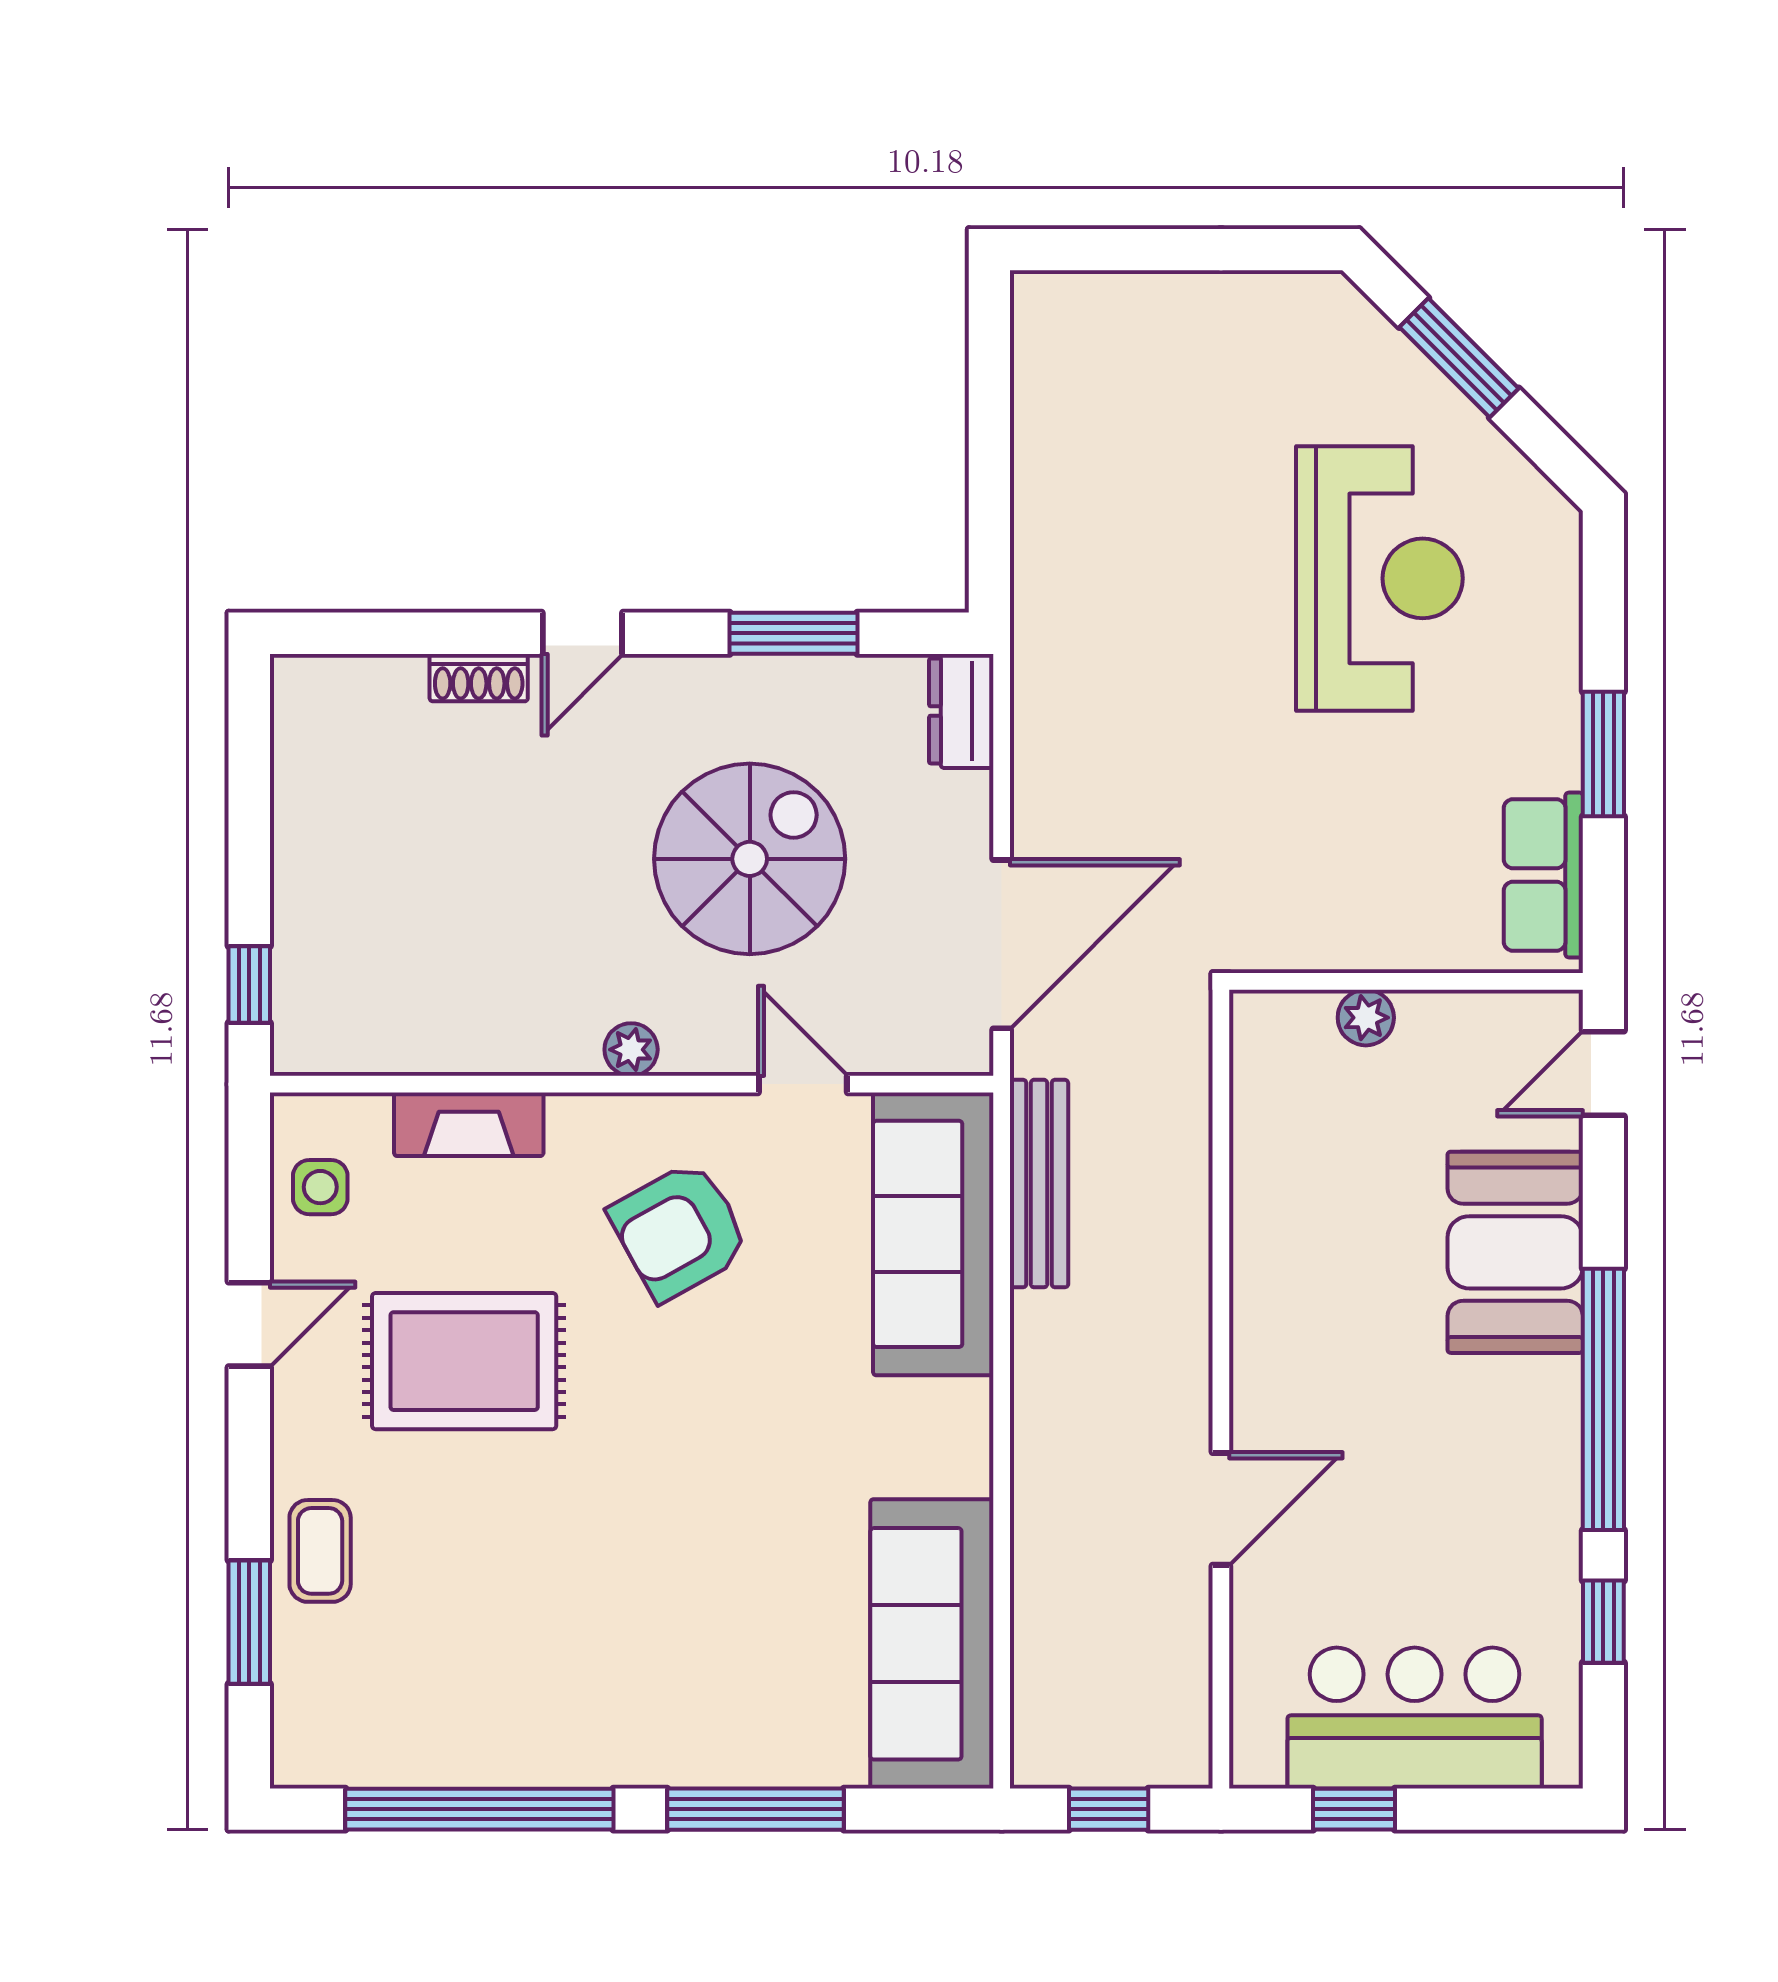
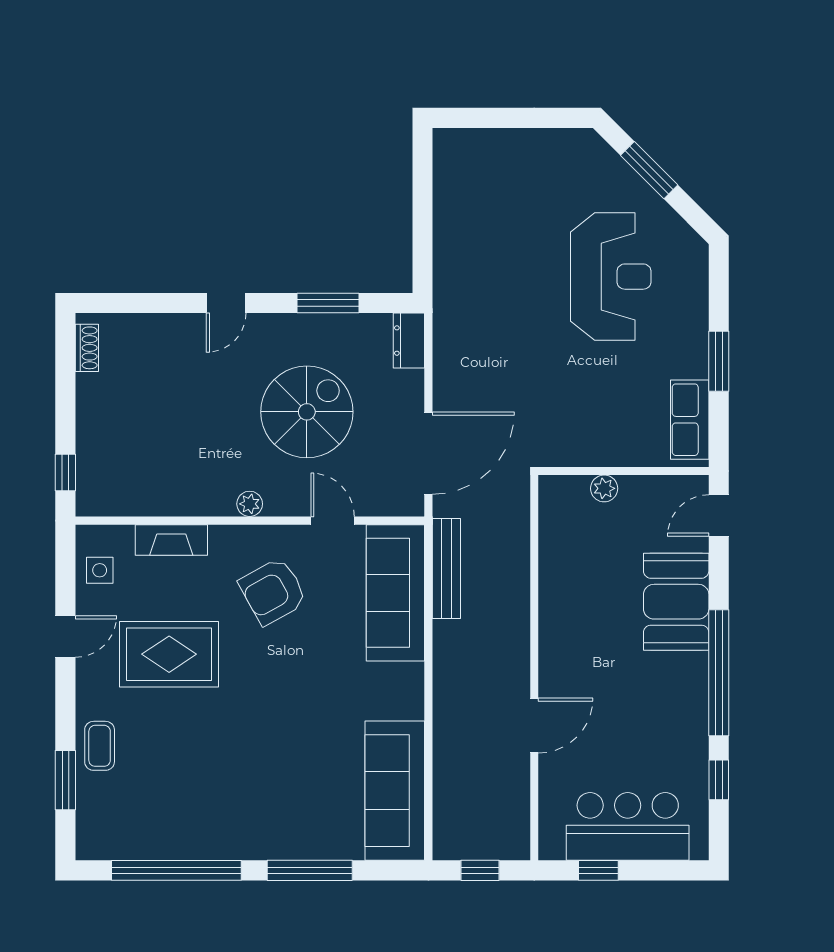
shoe rack: (479, 678) -> (87, 348), moved, turned -90

